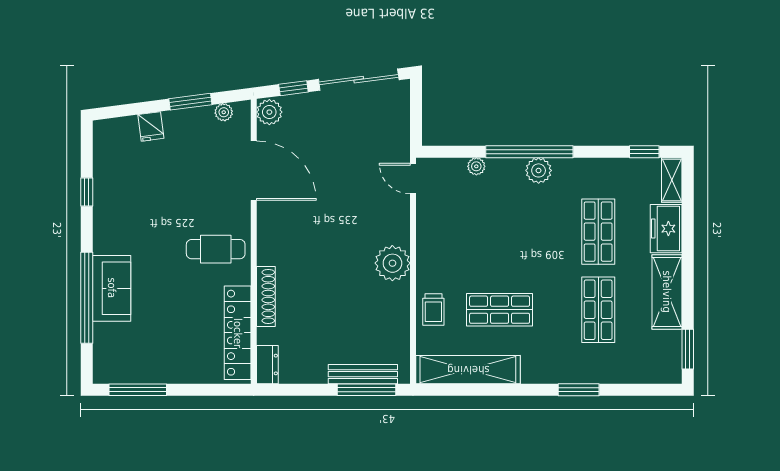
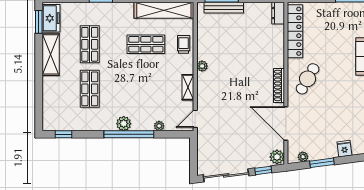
door: (413, 179) -> (195, 119), swing flipped
shelving: (672, 180) -> (188, 87), moved
freezer: (666, 229) -> (51, 18), moved
cafe table: (216, 249) -> (308, 79), turned -60
plant: (392, 263) -> (202, 66), width x0.53, depth x0.53
shoe rack: (266, 296) -> (279, 85), moved

